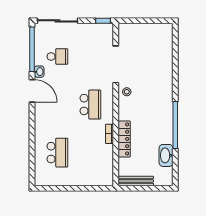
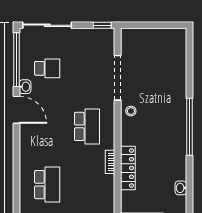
window: (175, 125) -> (190, 127), moved
washbasin: (166, 155) -> (181, 188), width x0.52, depth x0.69

